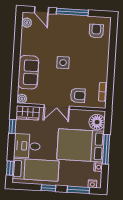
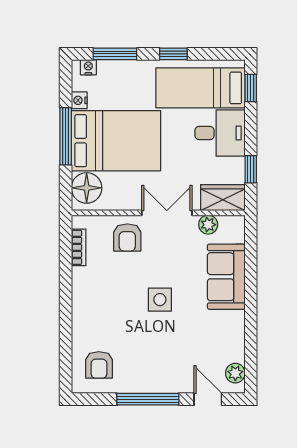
armchair: (78, 95) -> (127, 237), turned -90
plant: (22, 99) -> (208, 225), moved

